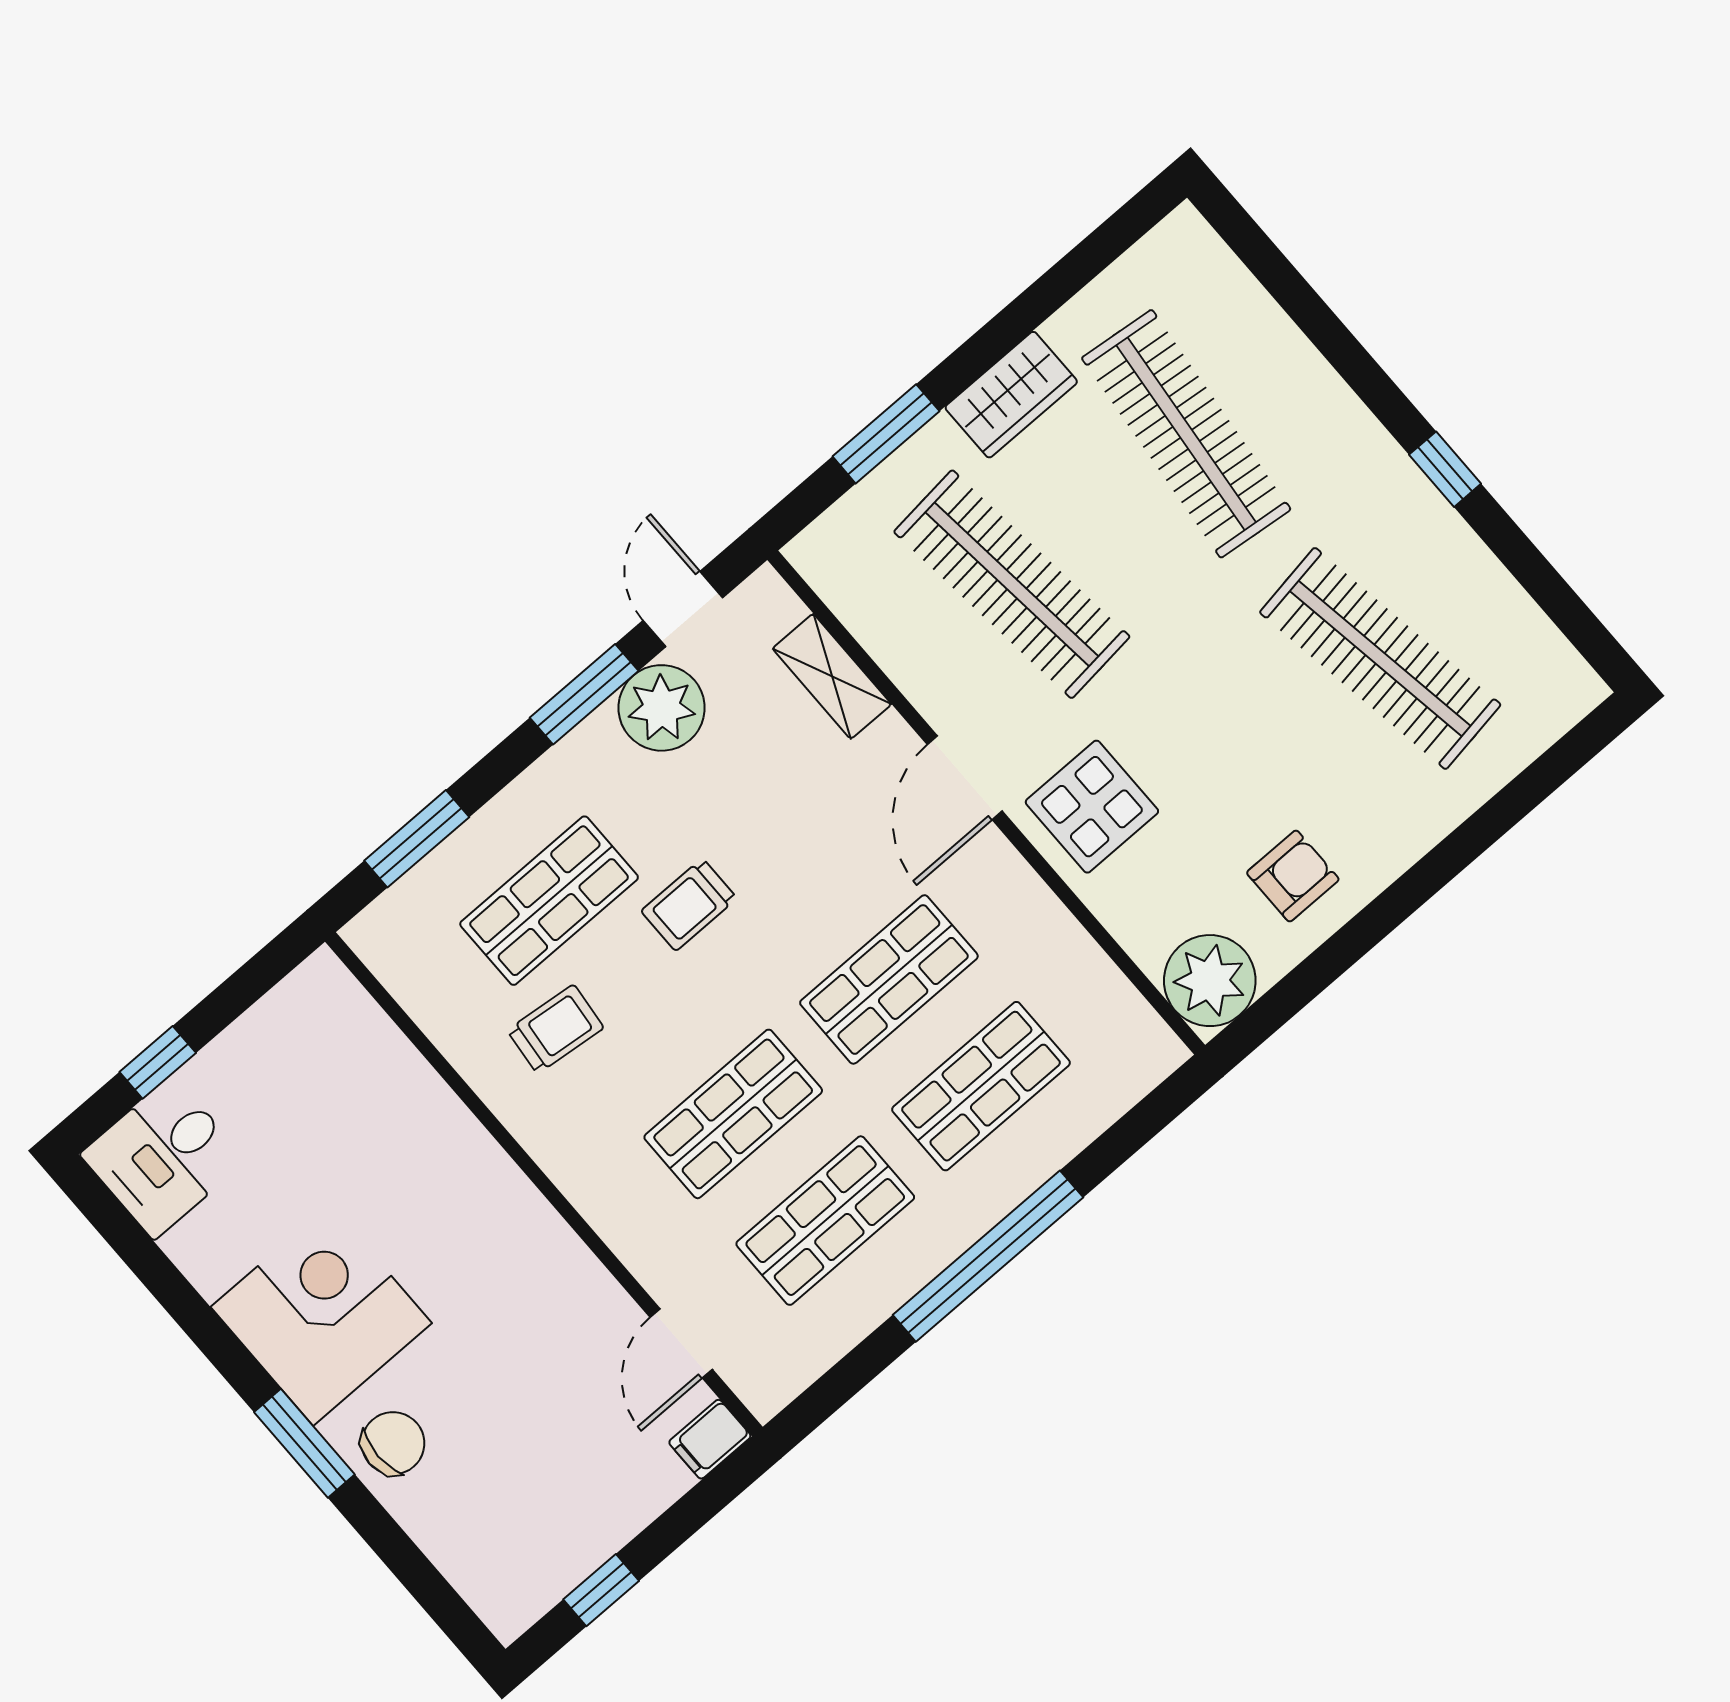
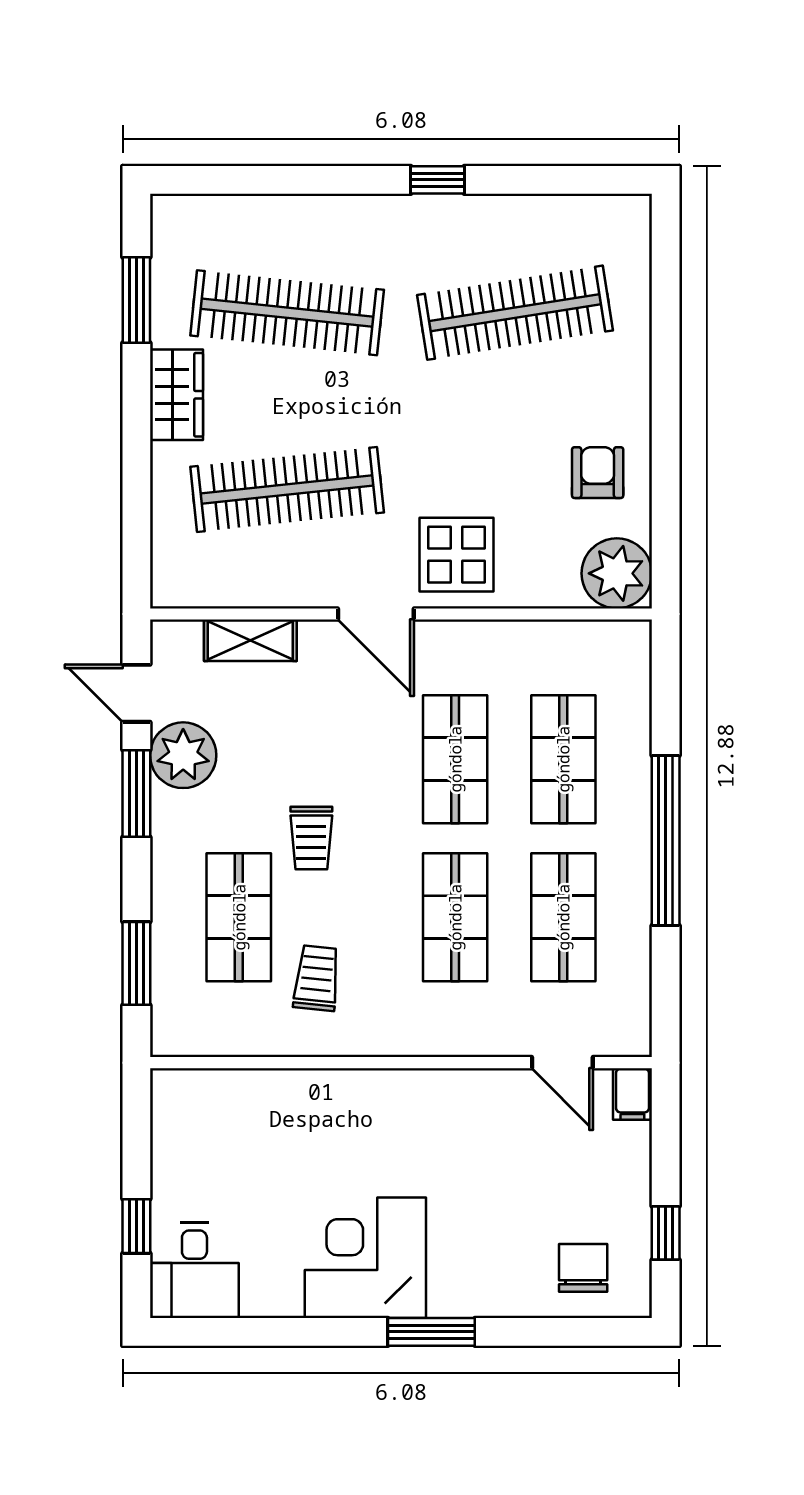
window: (886, 434) -> (136, 300), moved
chair: (393, 1443) -> (583, 1268), moved

